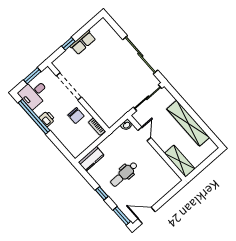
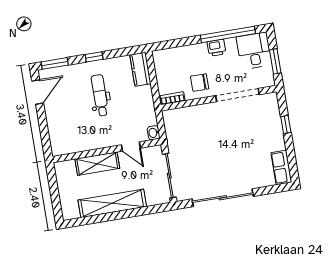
row of seats: (83, 42) -> (281, 167), moved
shelving: (180, 161) -> (97, 164), moved

